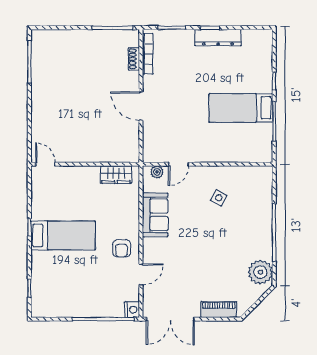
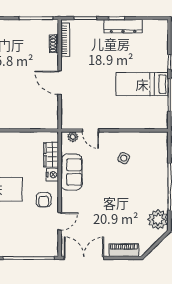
door: (178, 164) -> (91, 130), hinge flipped
wardrobe: (116, 175) -> (51, 155), moved, turned 90
nightstand: (132, 310) -> (52, 175), moved
double door: (170, 319) -> (84, 258), swing flipped

